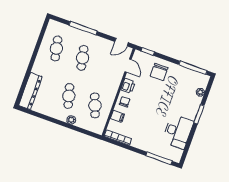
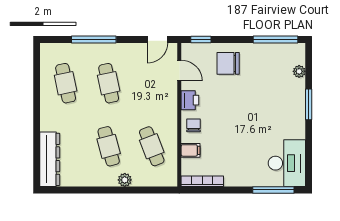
chair: (159, 72) -> (228, 63), turned 90
desk: (178, 132) -> (287, 163), moved

